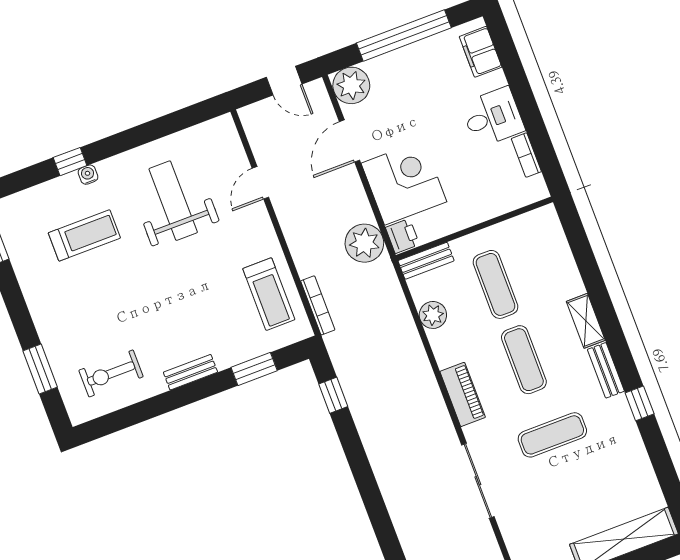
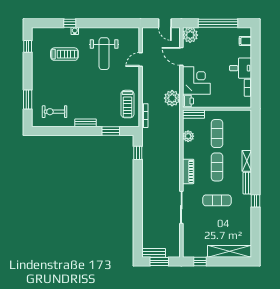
filing cabinet: (481, 52) -> (245, 41), width x0.50
door: (349, 141) -> (181, 56), hinge flipped
weight bench: (173, 201) -> (104, 54), turned 180

